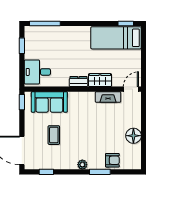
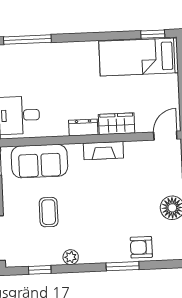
fireplace: (108, 97) -> (103, 151), moved
armchair: (112, 160) -> (141, 247), turned 180
plant: (82, 165) -> (71, 257), moved

